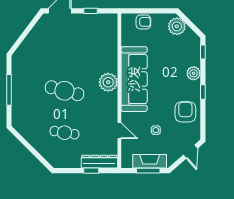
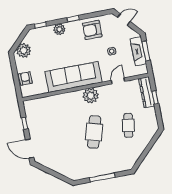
plant: (108, 82) -> (91, 96), moved

